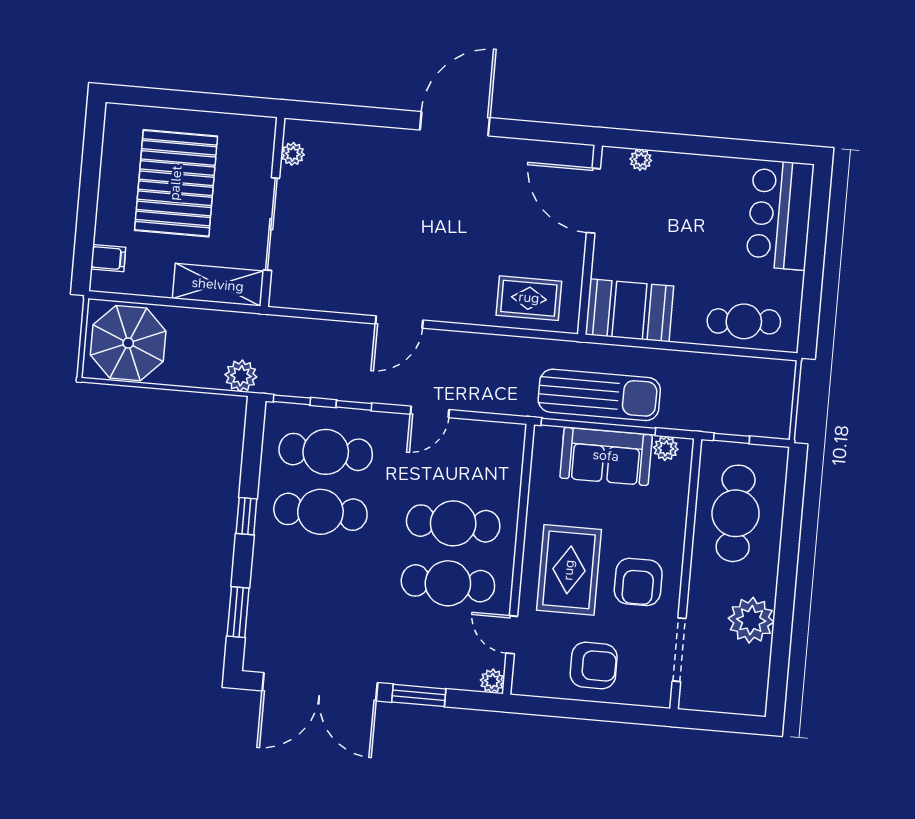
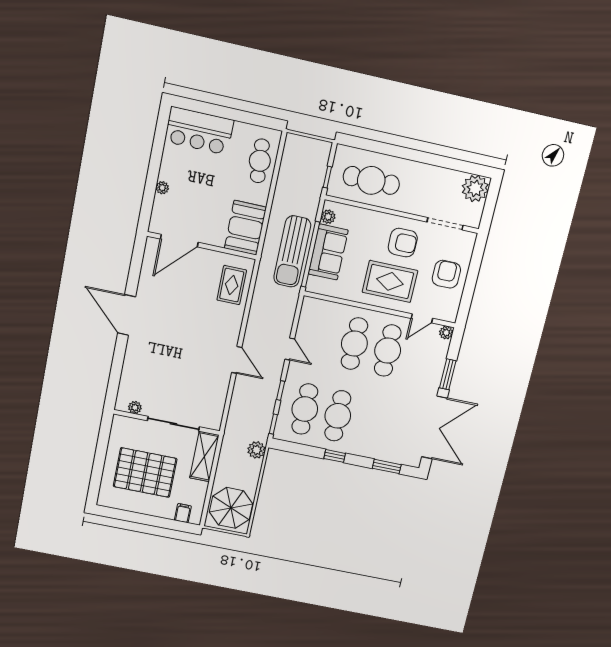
plant: (641, 160) -> (162, 188), moved
sun lounger: (599, 395) -> (292, 251), turned 180
plant: (751, 620) -> (475, 188), moved

